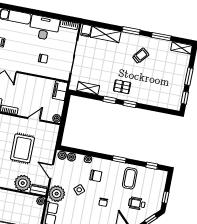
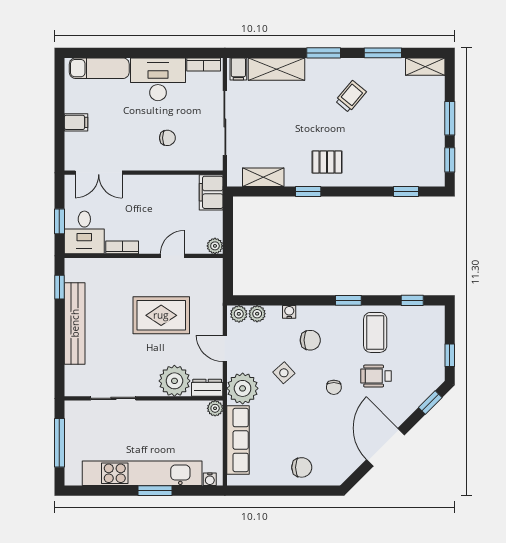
window: (130, 104) -> (406, 191), moved
rug: (22, 148) -> (161, 315), turned 90
wheelchair: (137, 203) -> (376, 376), moved

